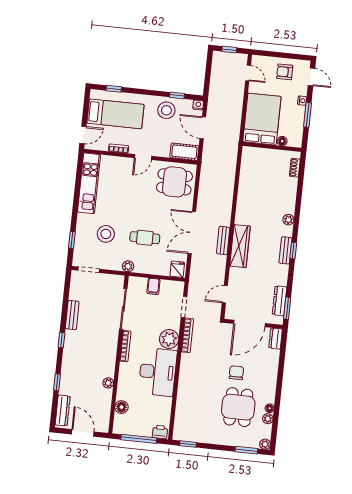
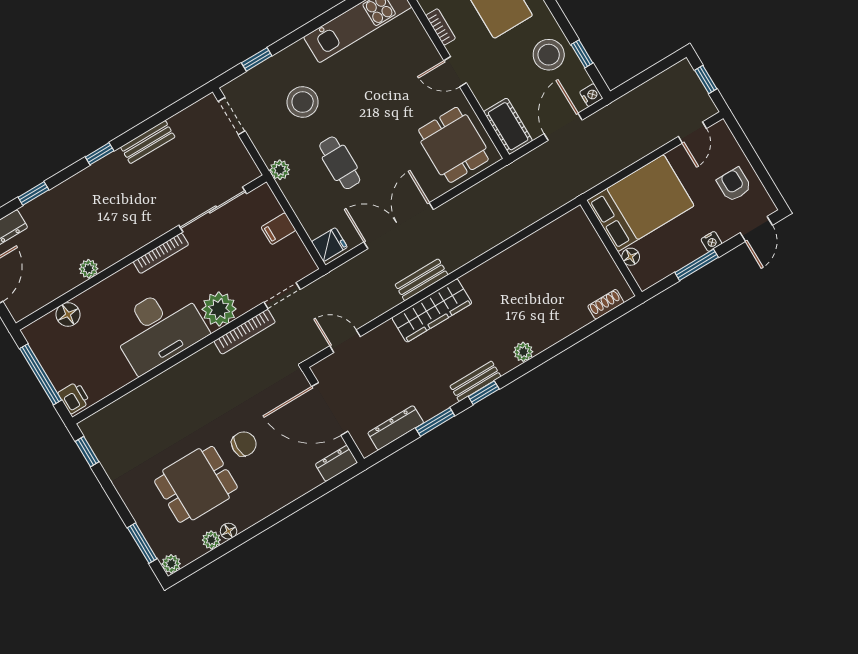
window: (287, 308) -> (435, 422), moved

